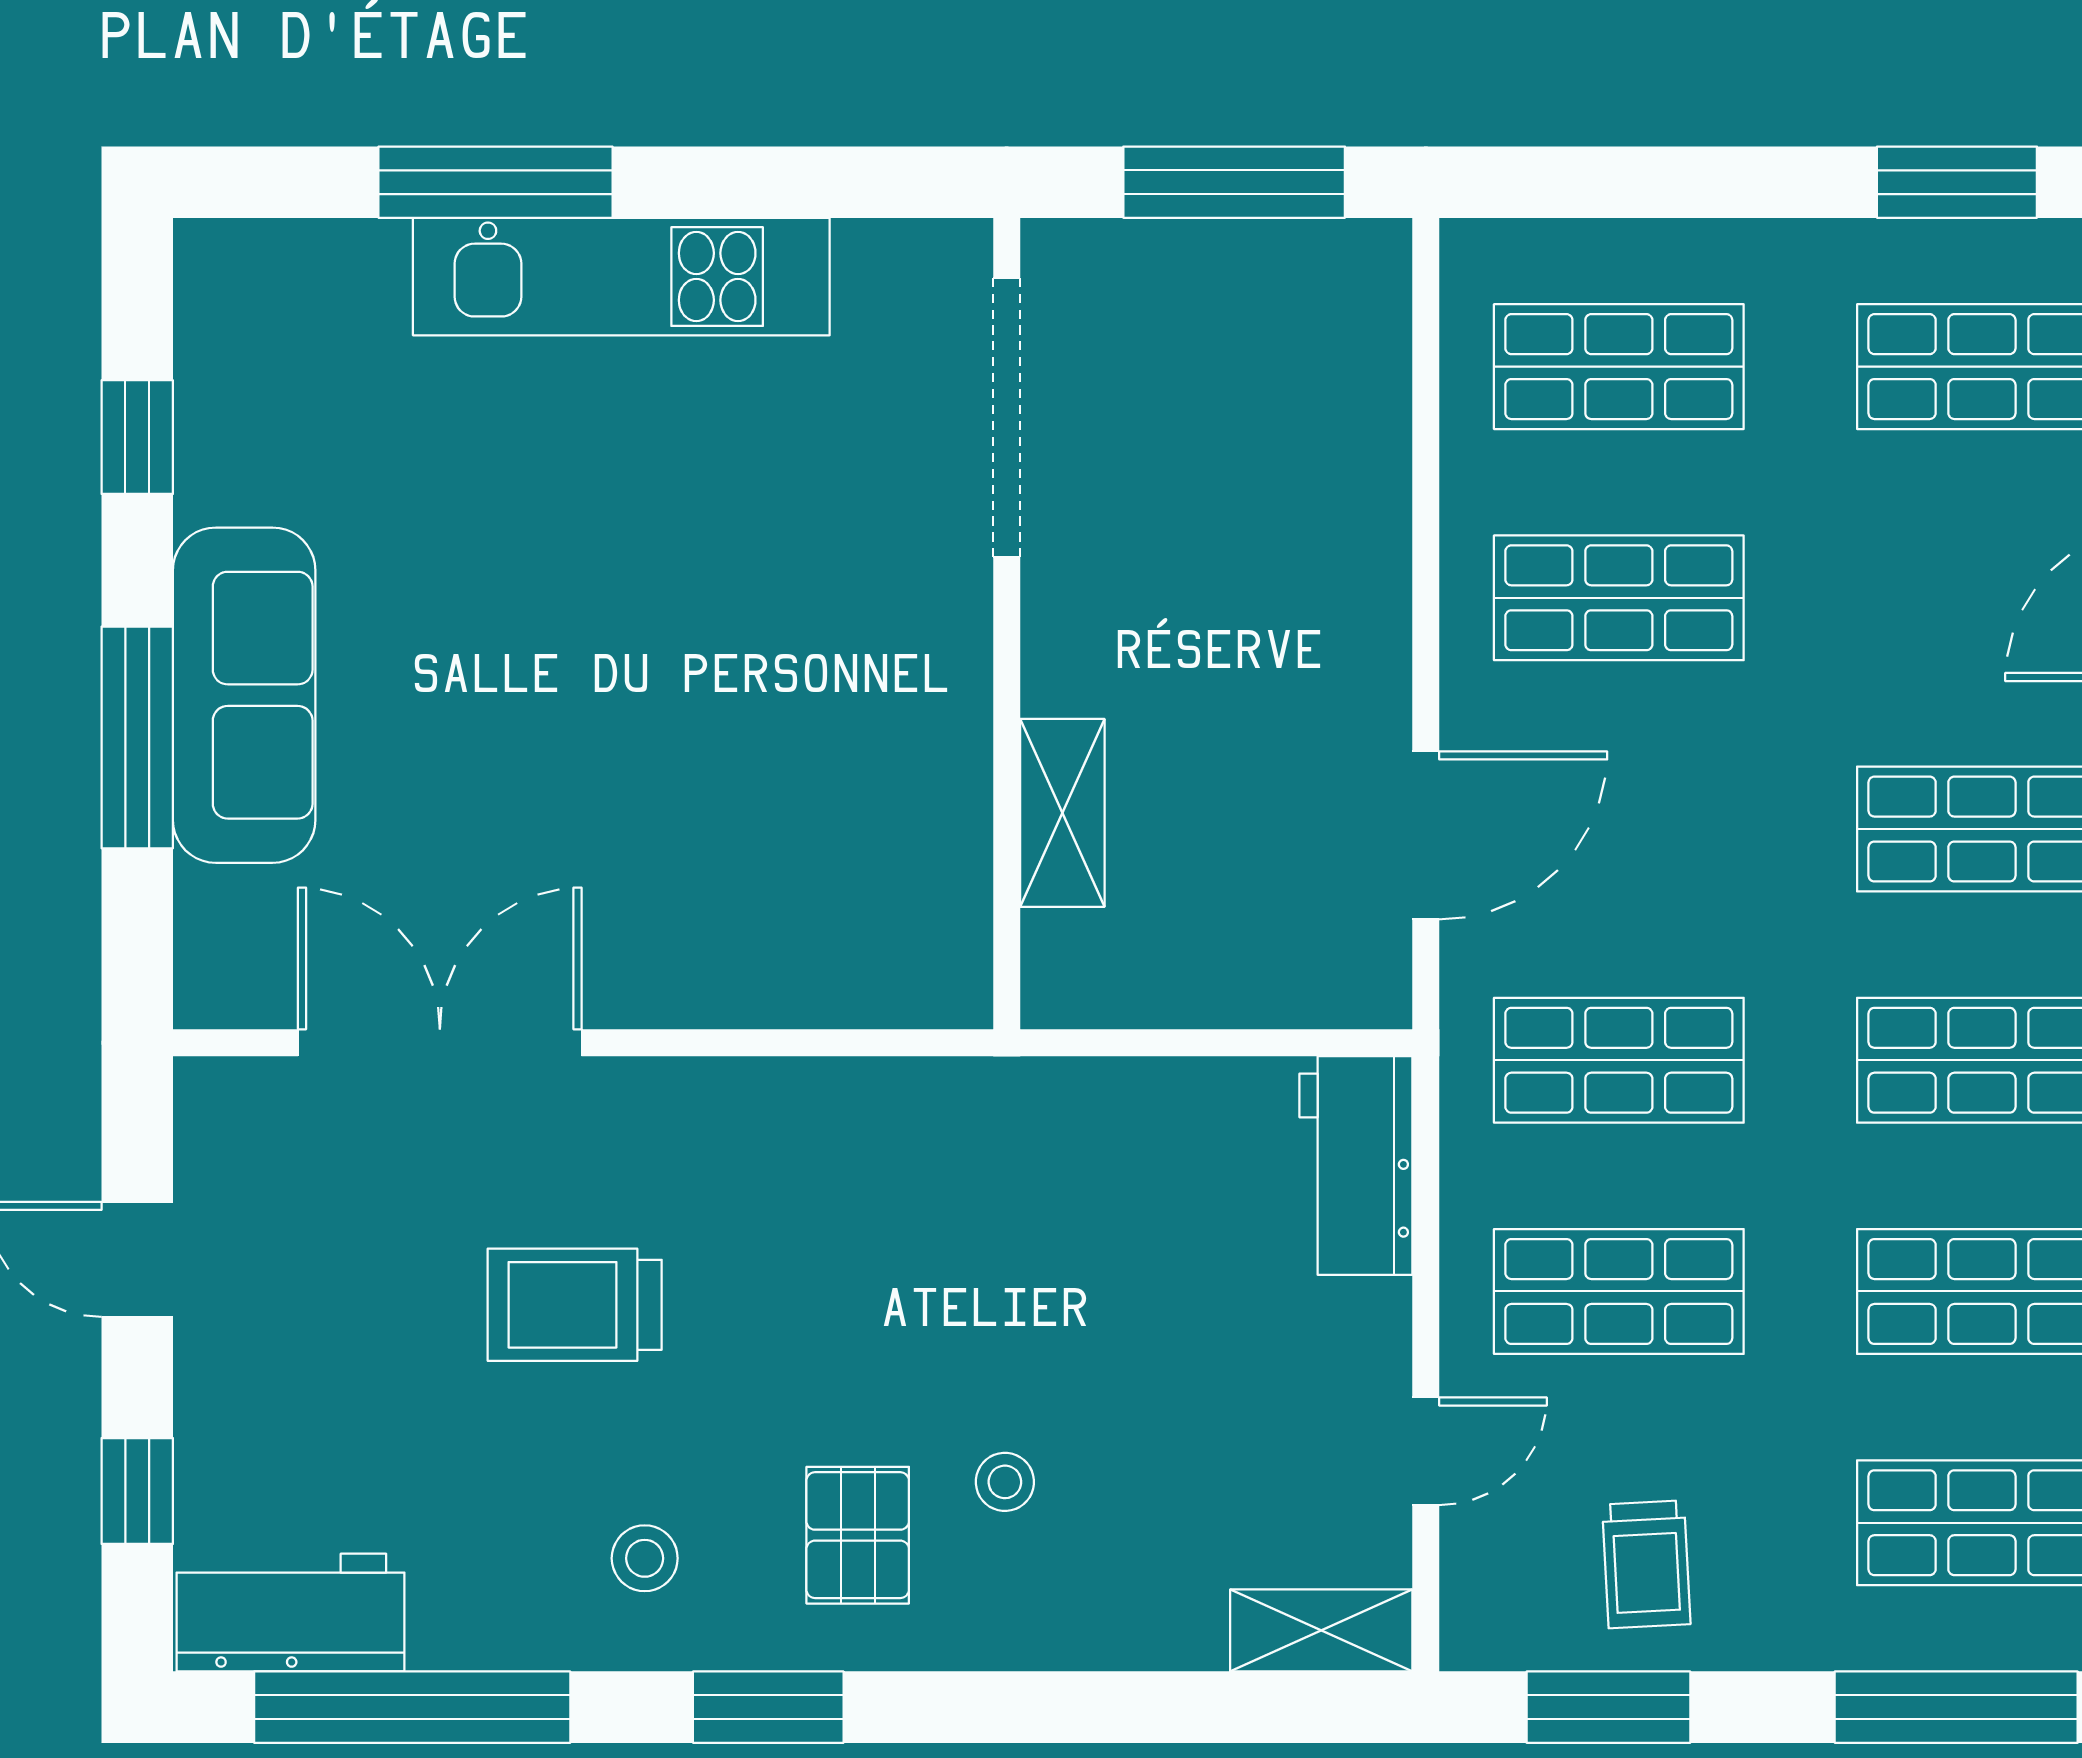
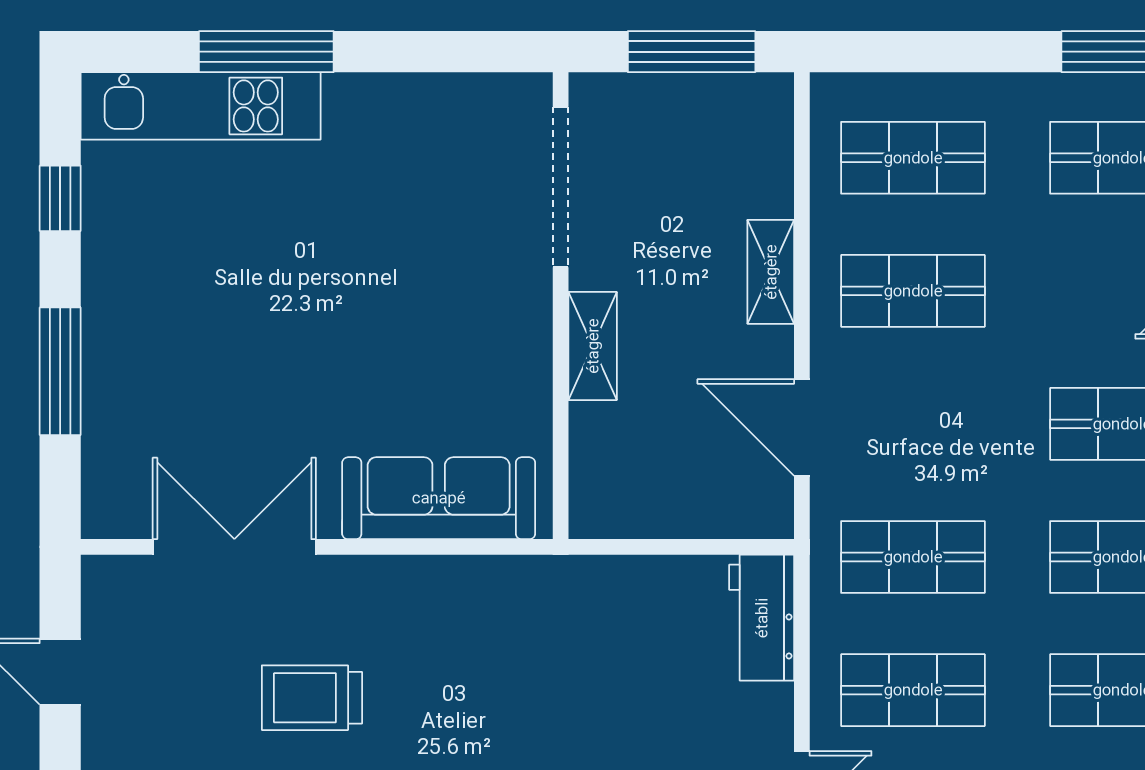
kitchen unit: (621, 277) -> (201, 106), moved
shelving: (1372, 565) -> (771, 272), added
sofa: (244, 695) -> (439, 498), moved, turned -90
shelving: (1062, 813) -> (593, 346), moved
door: (1426, 835) -> (802, 428), swing flipped

